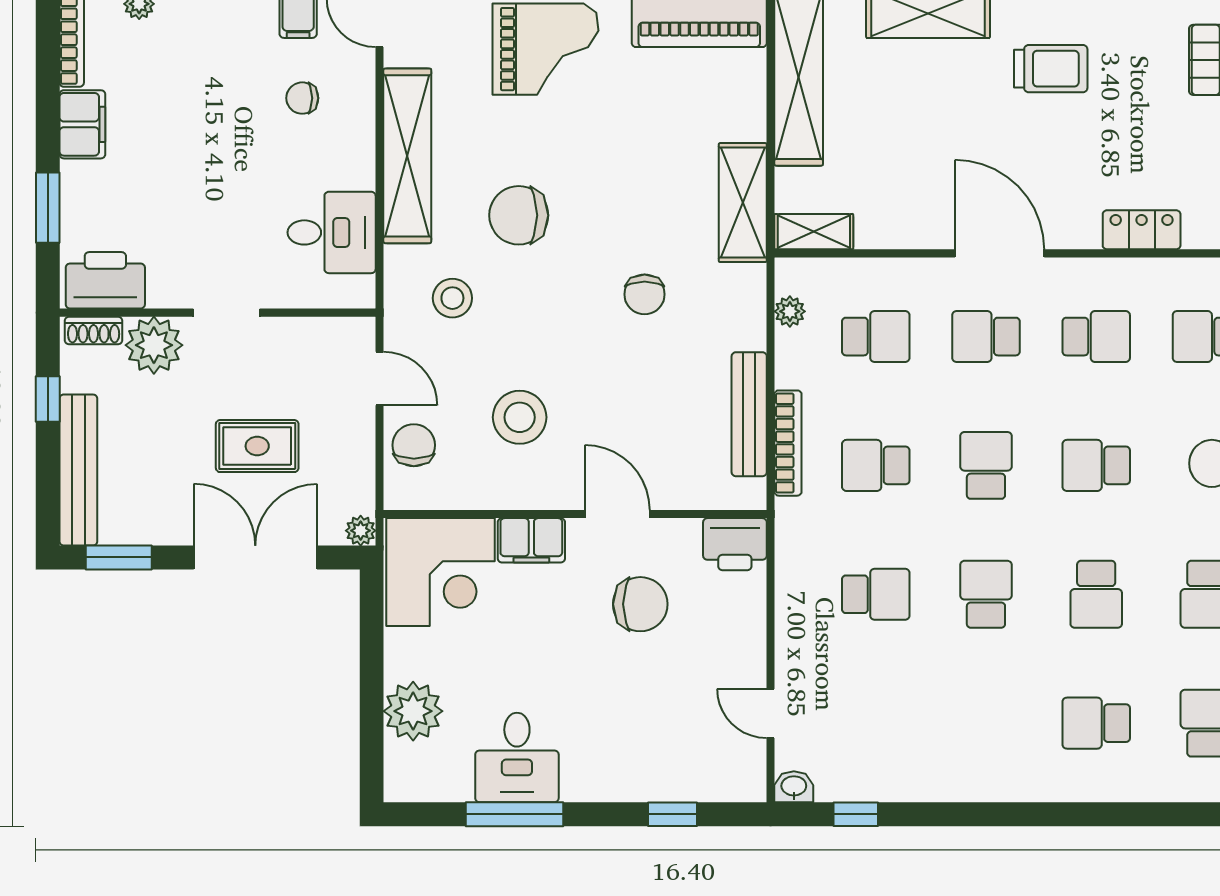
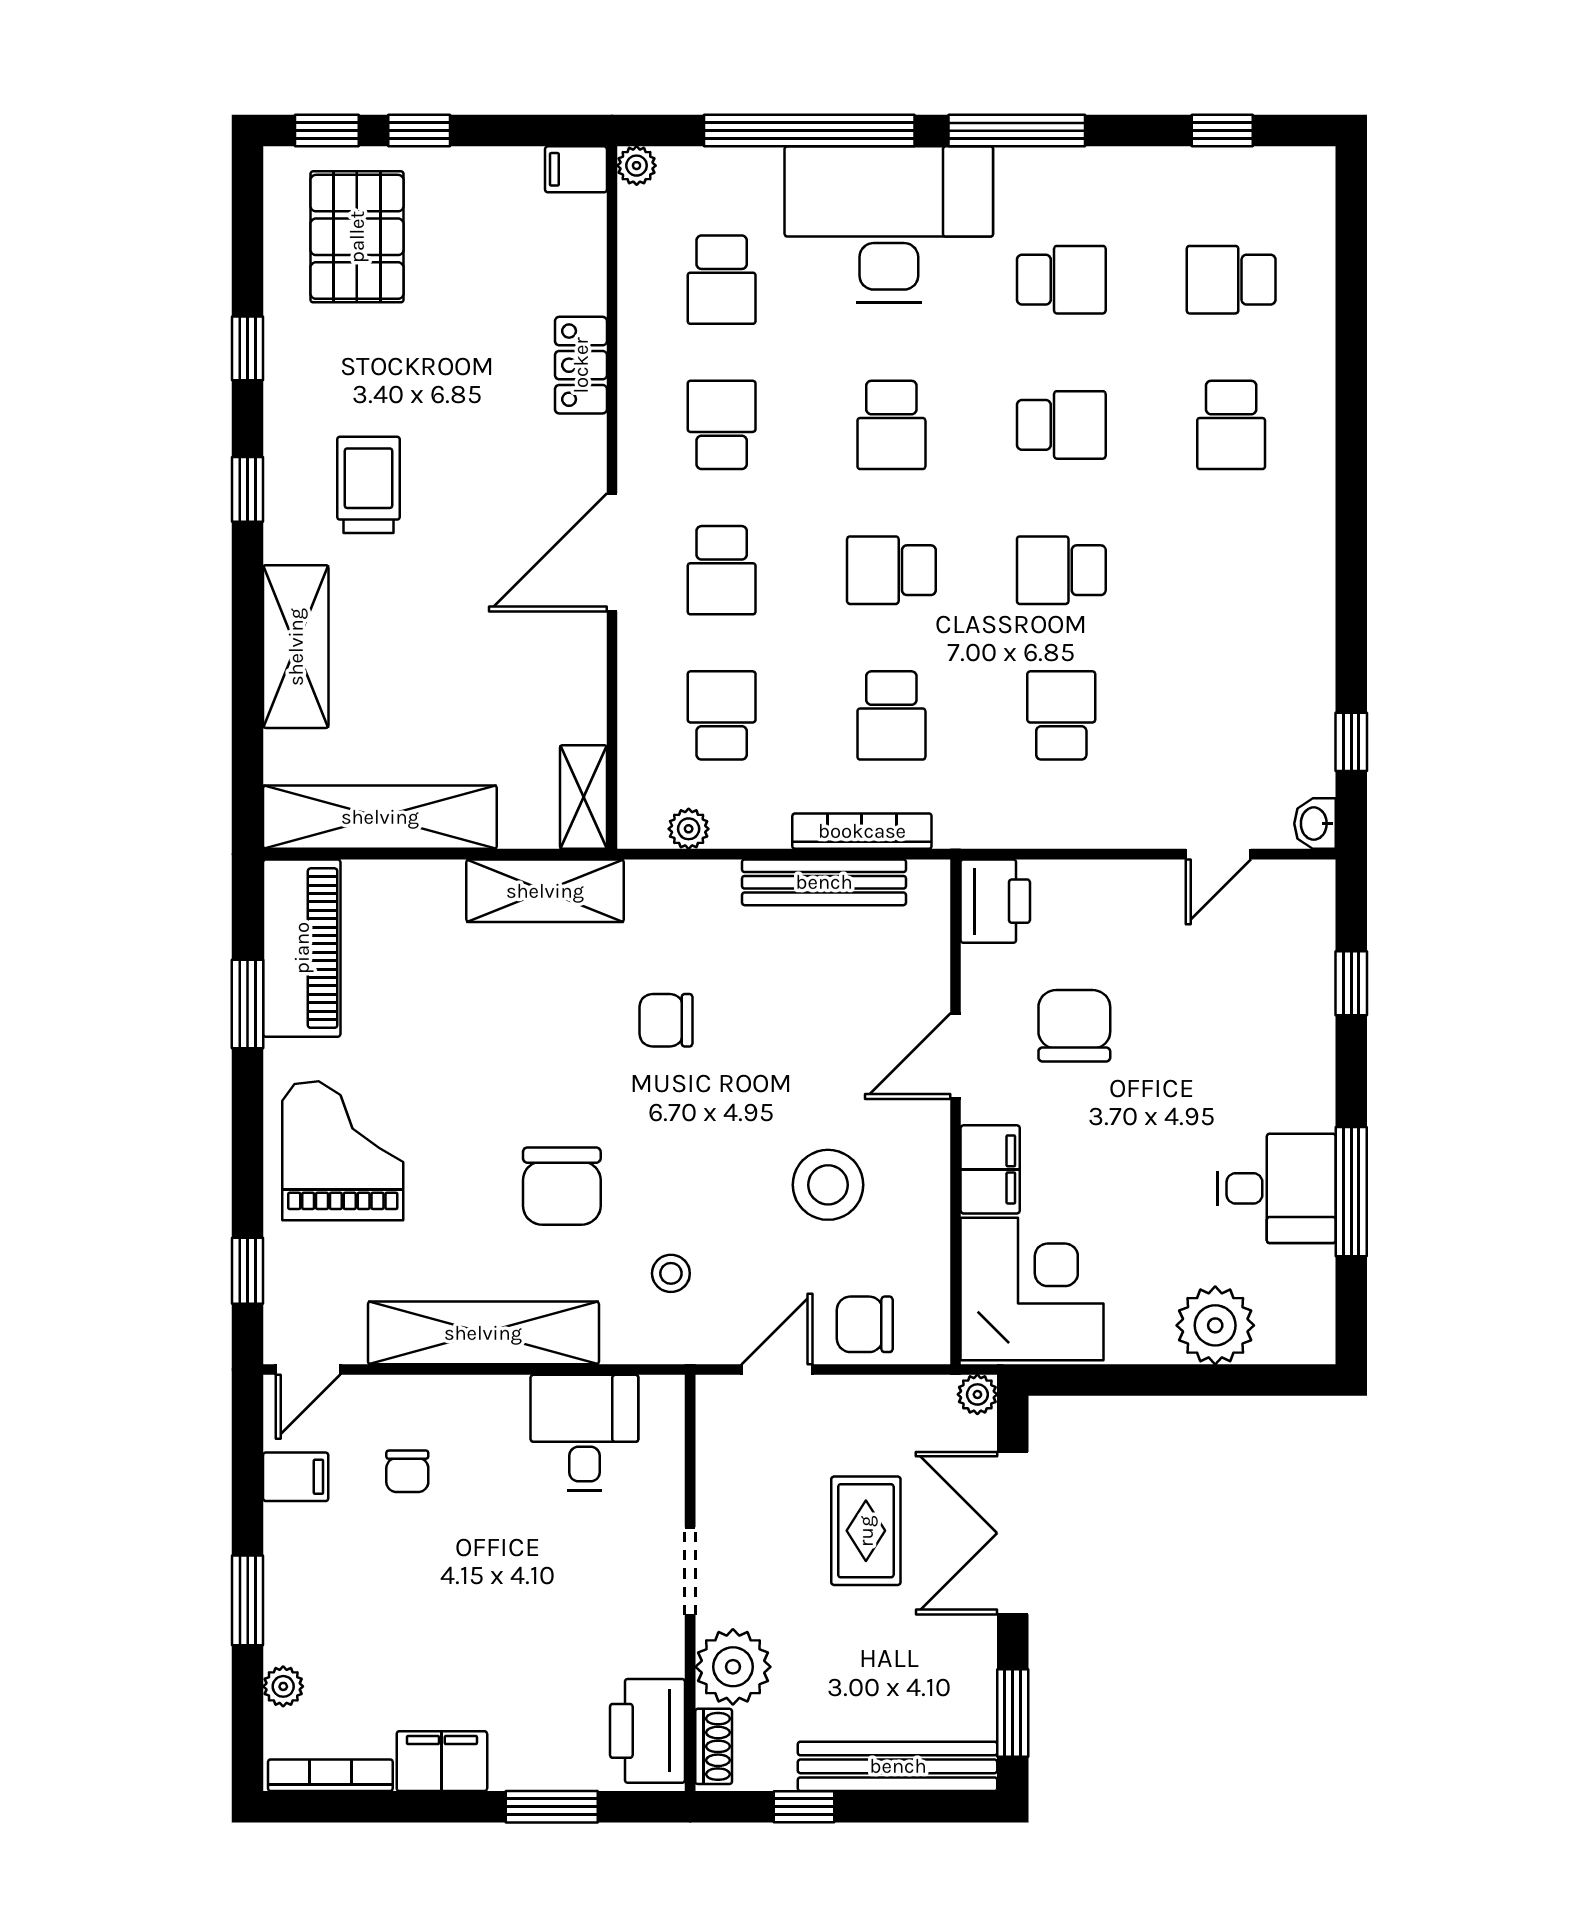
chair: (645, 294) -> (666, 1020), turned 180
stool: (452, 298) -> (671, 1273), width x0.73, depth x0.73

